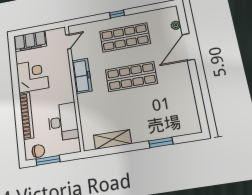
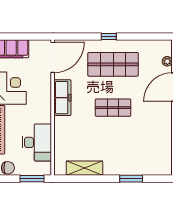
door: (68, 42) -> (53, 57), width x1.87
shop shelf: (131, 77) -> (113, 108), width x0.70, depth x0.74
window: (48, 160) -> (32, 179), moved

